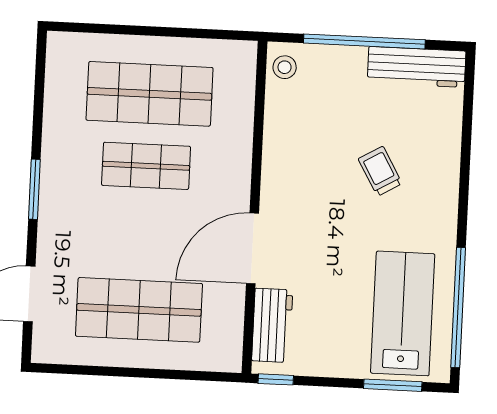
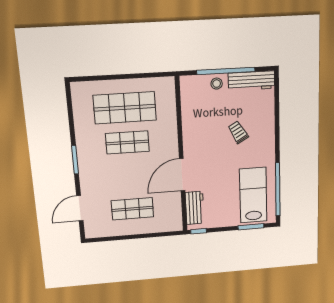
stool: (285, 67) -> (217, 84), moved
shop shelf: (139, 310) -> (132, 209), width x0.70, depth x0.74

